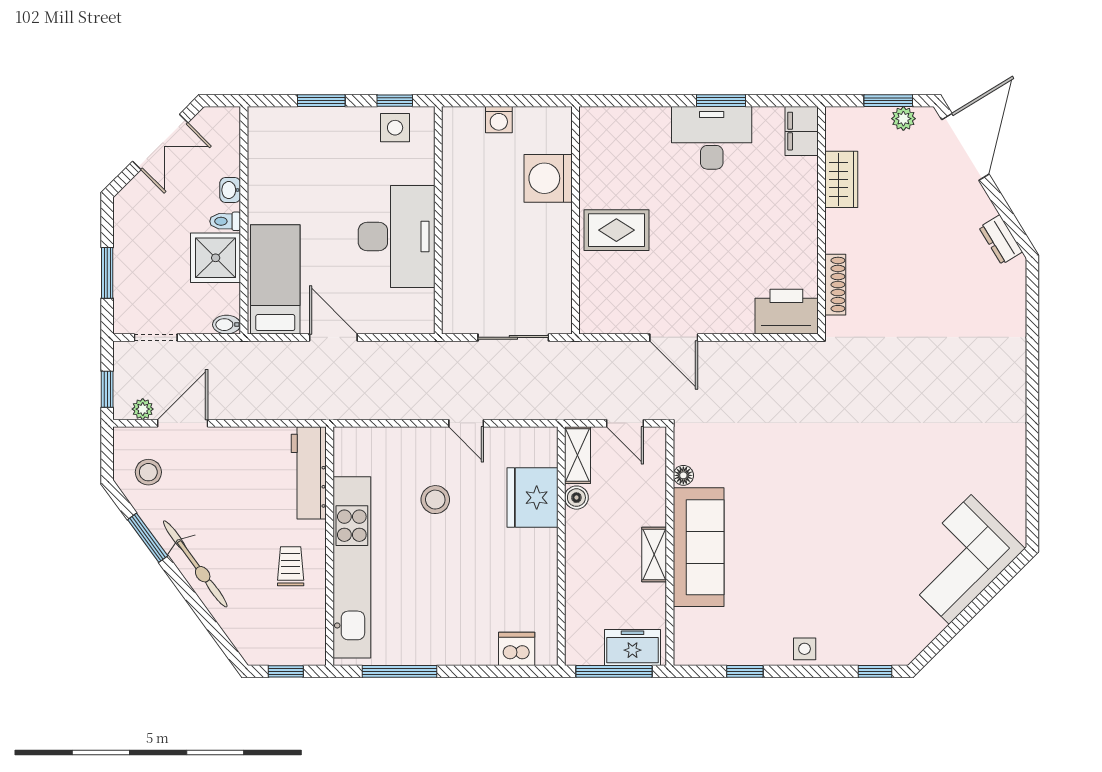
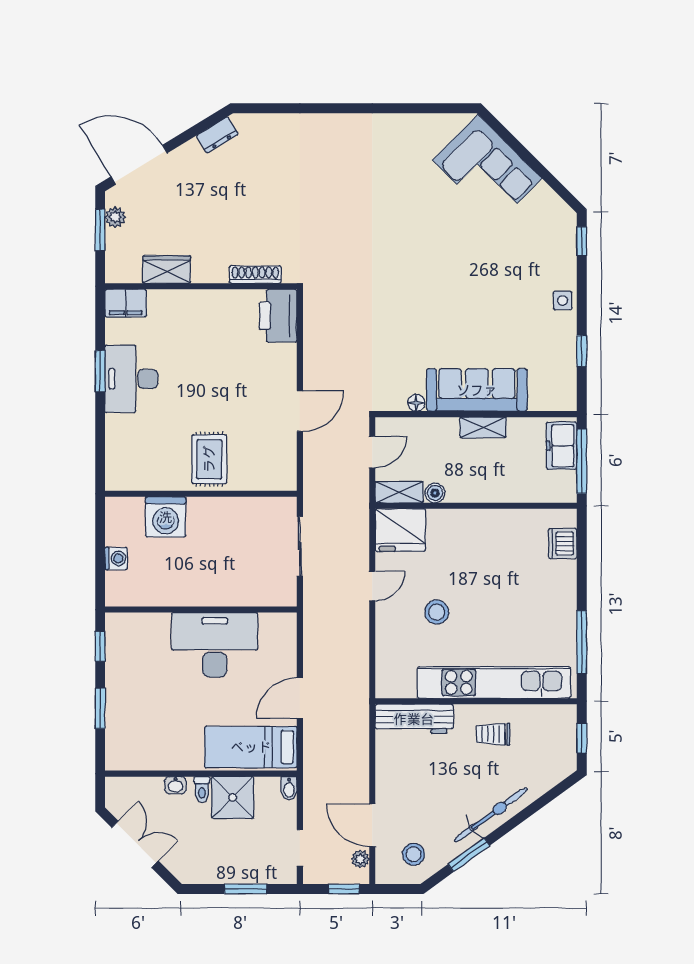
side table: (395, 128) -> (123, 646), removed
fridge: (533, 498) -> (400, 530), moved

